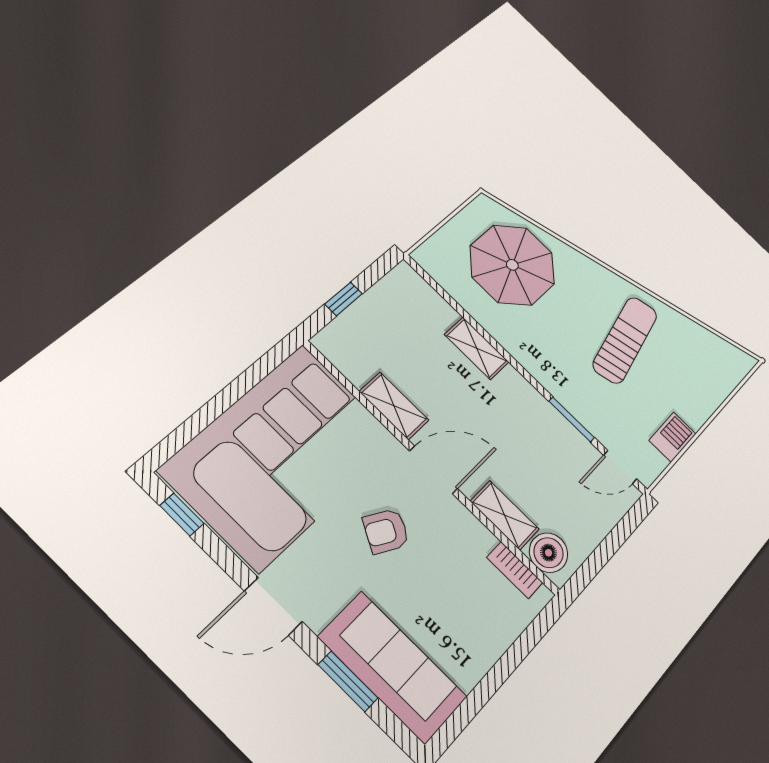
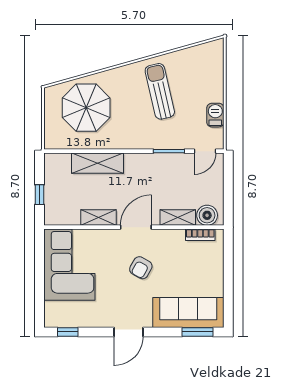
shelving: (477, 348) -> (97, 163), width x1.50, depth x1.33
corner sofa: (282, 455) -> (69, 265), width x0.73, depth x0.74
window: (348, 681) -> (197, 332), moved

